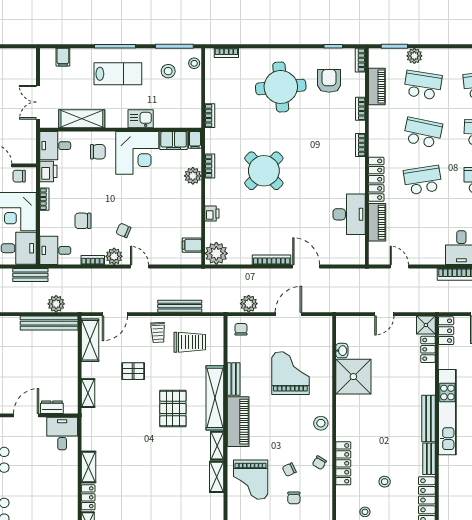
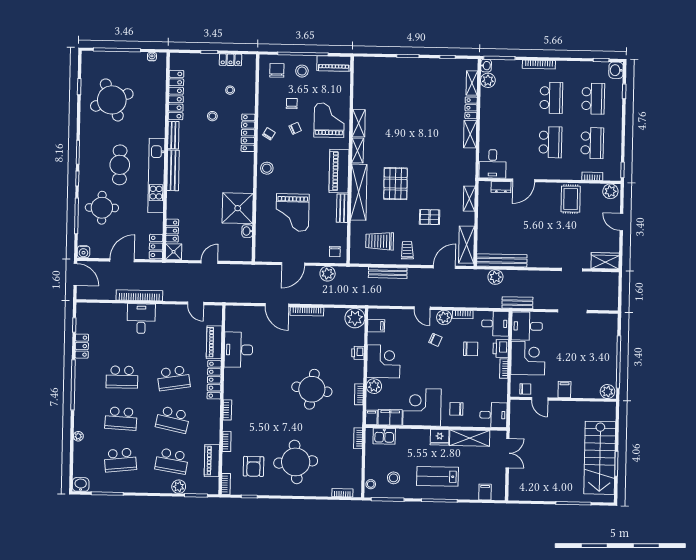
fridge: (116, 119) -> (440, 437), added
kitchen sink: (141, 119) -> (384, 436), moved
printer: (48, 171) -> (501, 349), moved
round table: (264, 171) -> (312, 389), turned -37
corner desk: (183, 204) -> (383, 361), added

